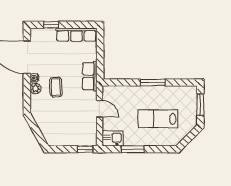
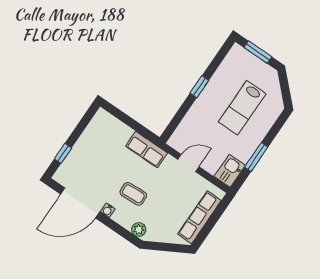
row of seats: (76, 35) -> (200, 217), moved, turned 180
window: (153, 83) -> (199, 87), width x0.67
plant: (36, 89) -> (139, 230), moved
window: (85, 149) -> (221, 208), removed

